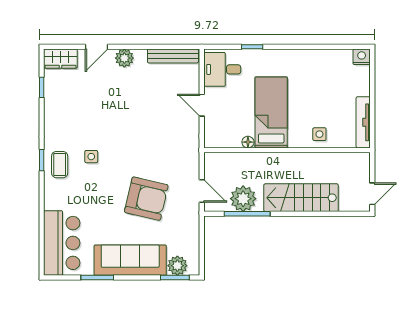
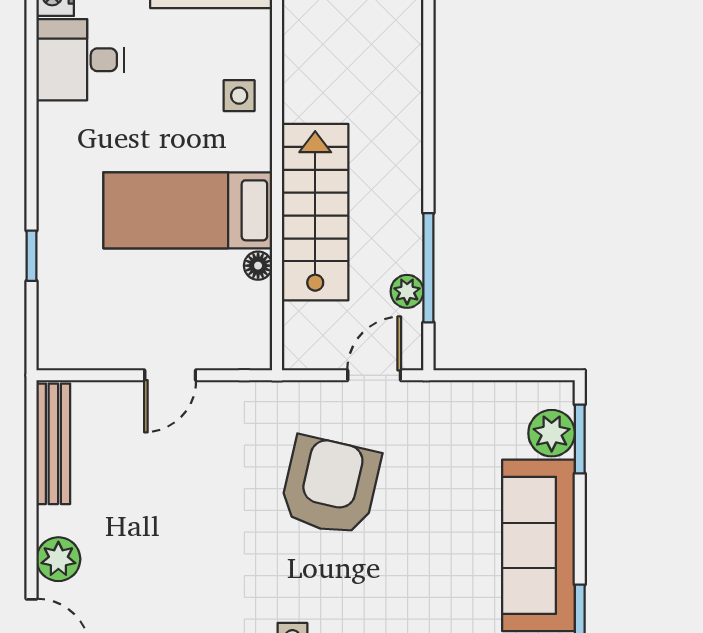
desk: (222, 69) -> (80, 60), moved, turned 90
stairs: (301, 198) -> (315, 212), moved, turned 180
armchair: (146, 199) -> (330, 486), moved
plant: (243, 199) -> (407, 291), width x0.53, depth x0.53

